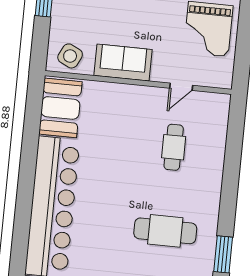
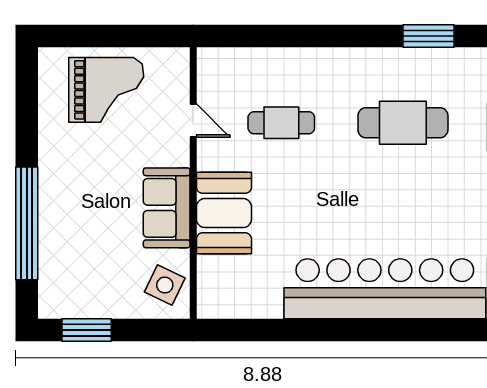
booth: (60, 108) -> (224, 213), moved, turned 90
cafe table: (165, 231) -> (403, 123), turned 90

